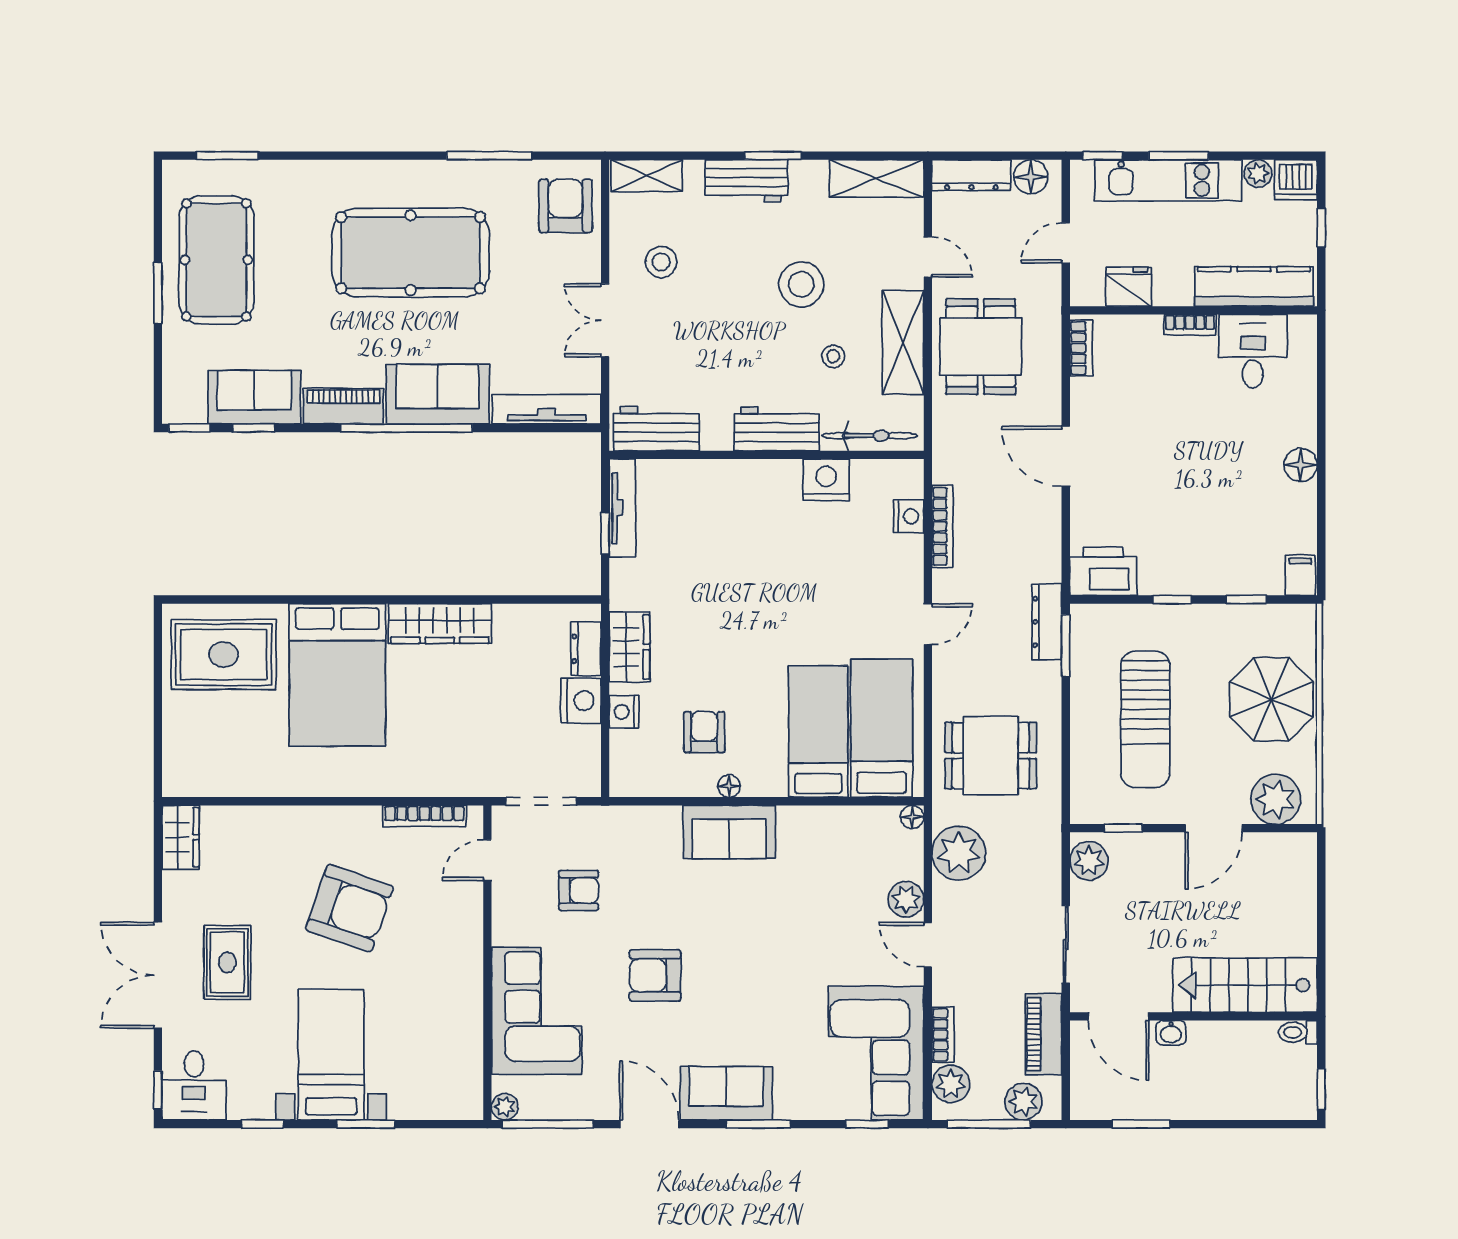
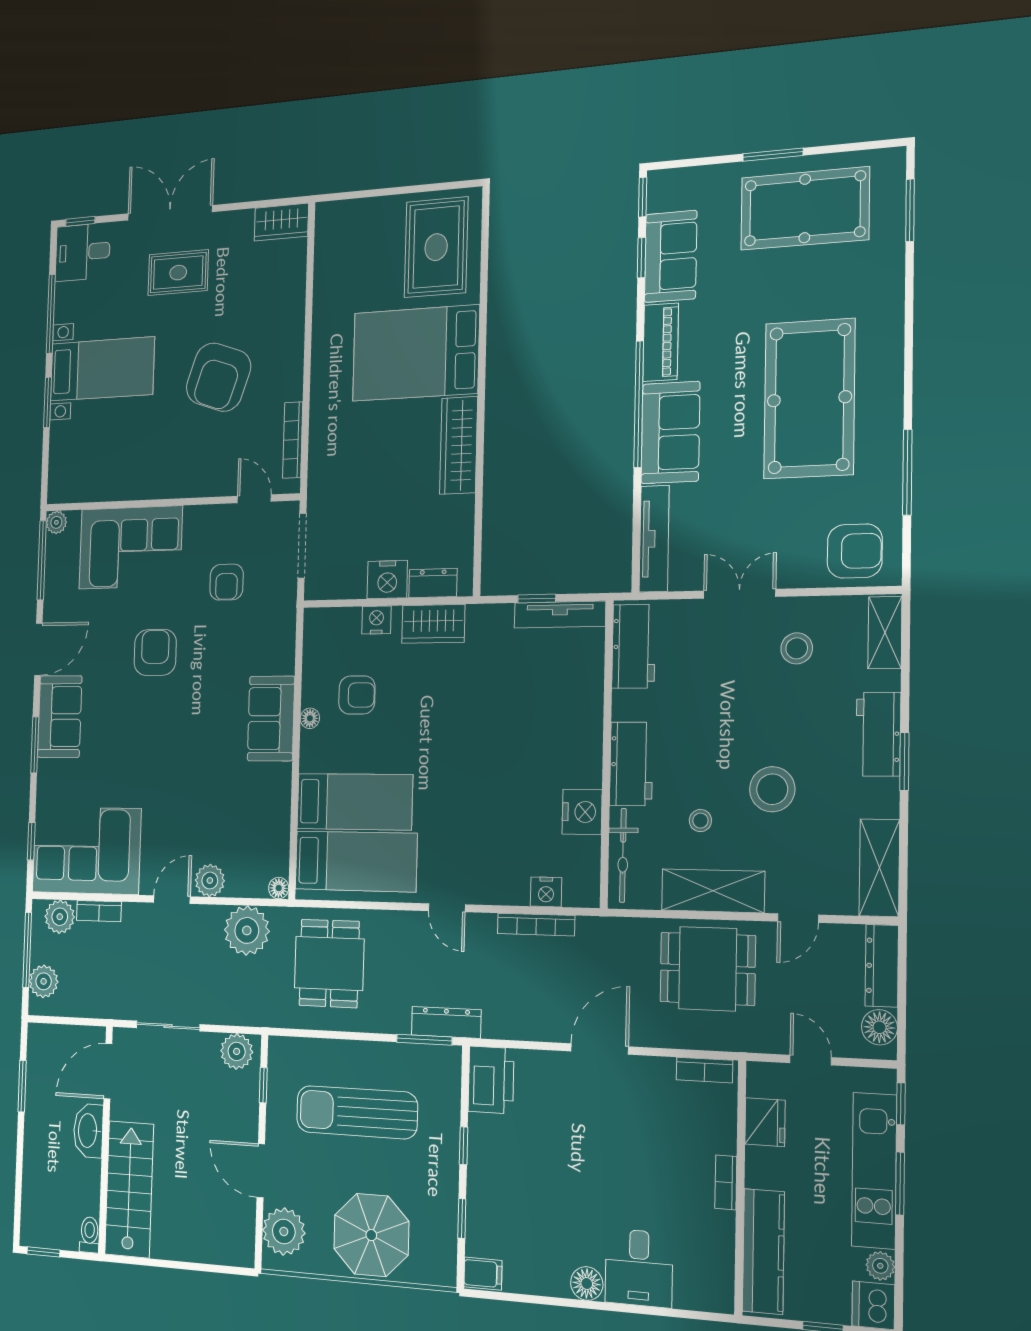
desk: (1253, 351) -> (639, 1268), moved, turned 90
washbasin: (1171, 1033) -> (88, 1131), width x1.91, depth x1.45
piano: (1044, 1034) -> (96, 1002), removed
window: (263, 1124) -> (51, 314), width x2.17

